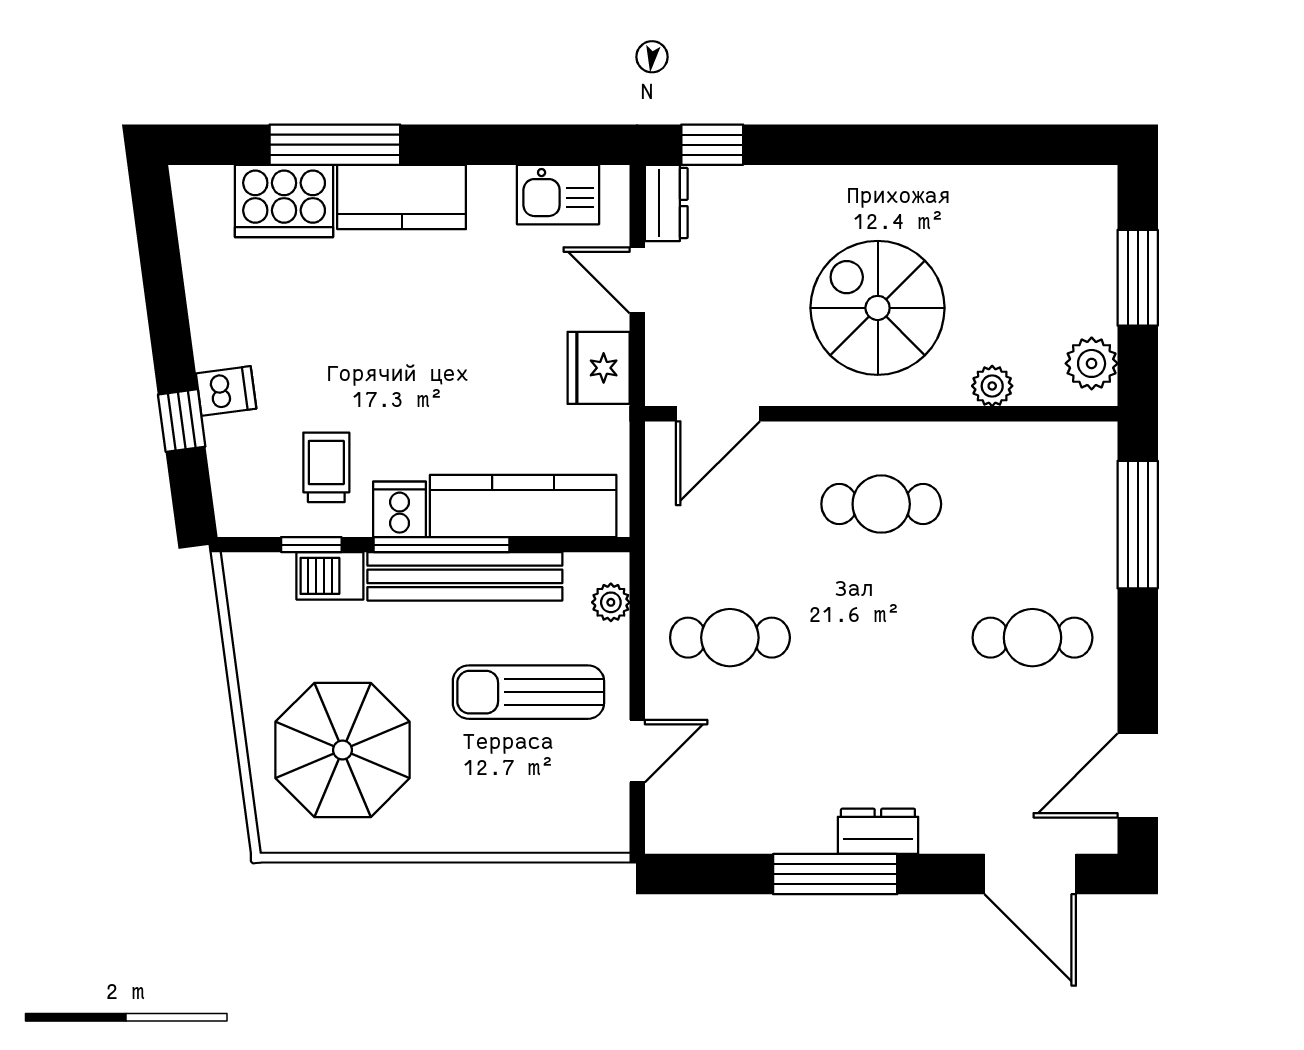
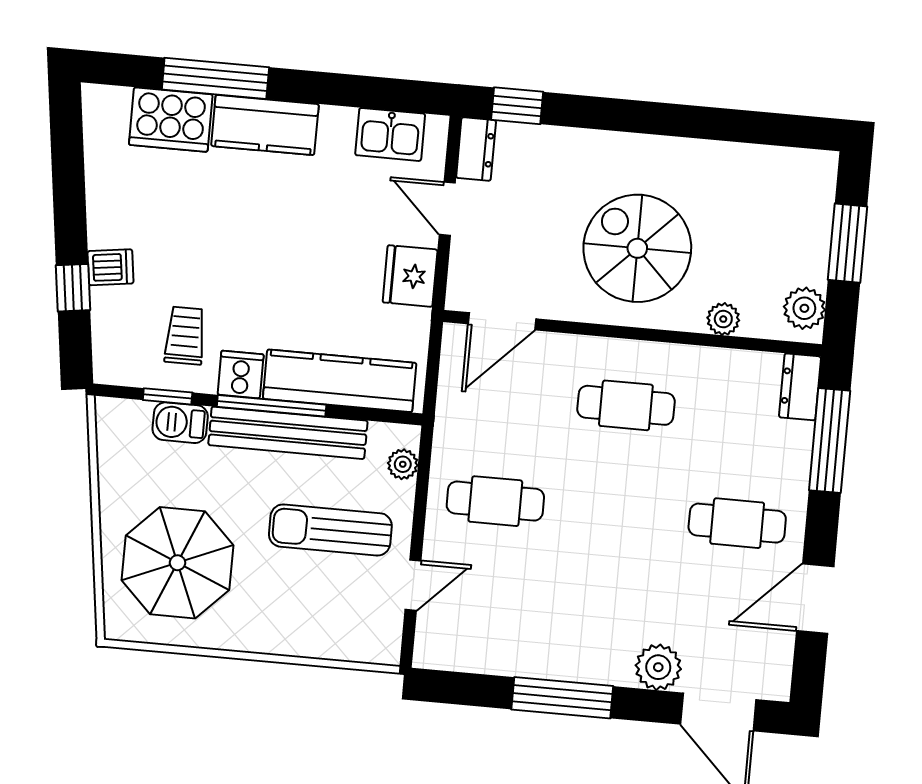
door: (1138, 776) -> (815, 599), moved
plant: (951, 825) -> (658, 667), added
dresser: (878, 831) -> (800, 387), moved, turned -90

